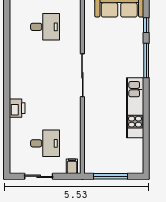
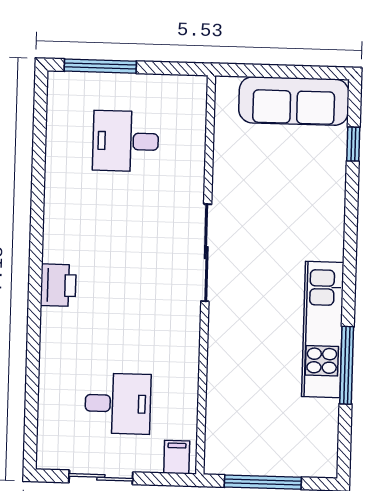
desk: (45, 27) -> (126, 141), turned 180
window: (146, 61) -> (347, 365), moved
printer: (17, 108) -> (58, 285), moved

